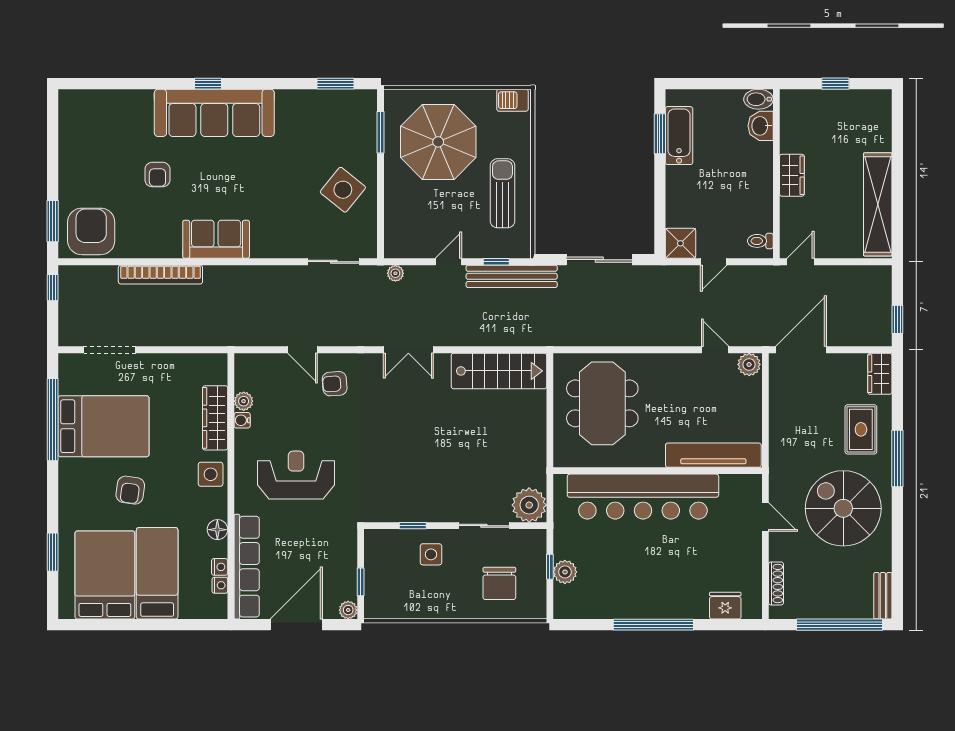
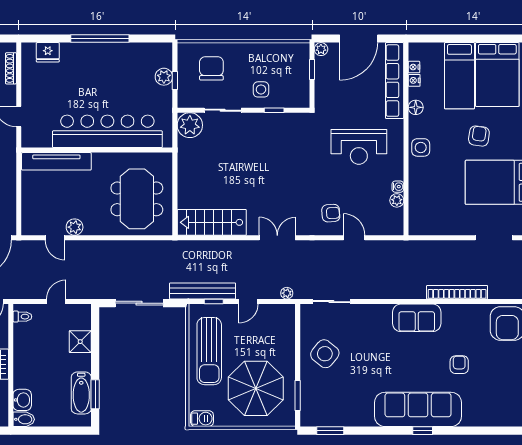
sun lounger: (502, 193) -> (209, 351), width x1.36, depth x1.34
shower: (680, 243) -> (80, 342), moved
plant: (749, 364) -> (75, 227), moved
wardrobe: (215, 418) -> (417, 188), removed

